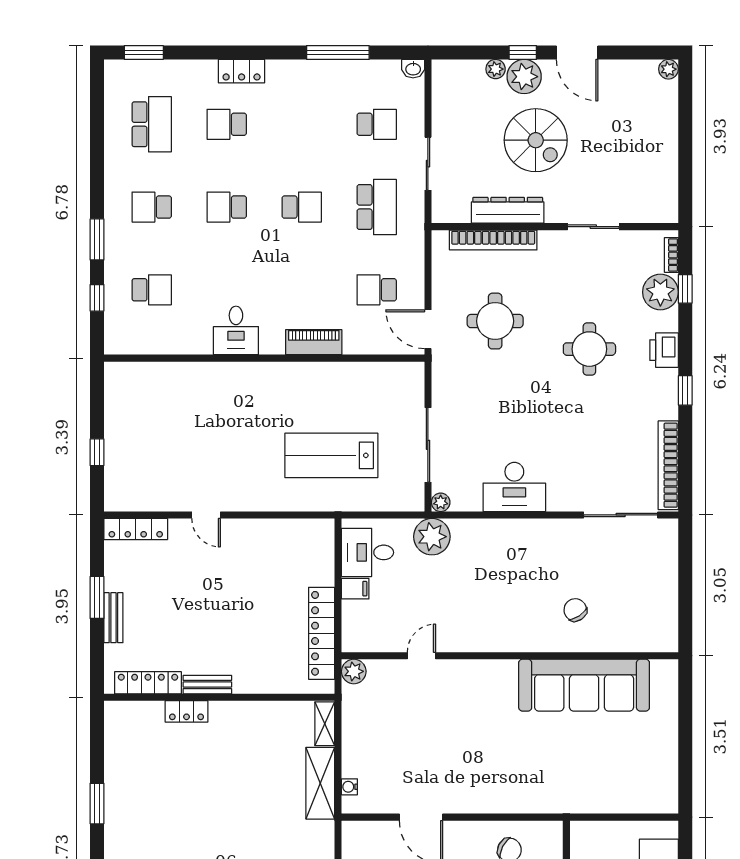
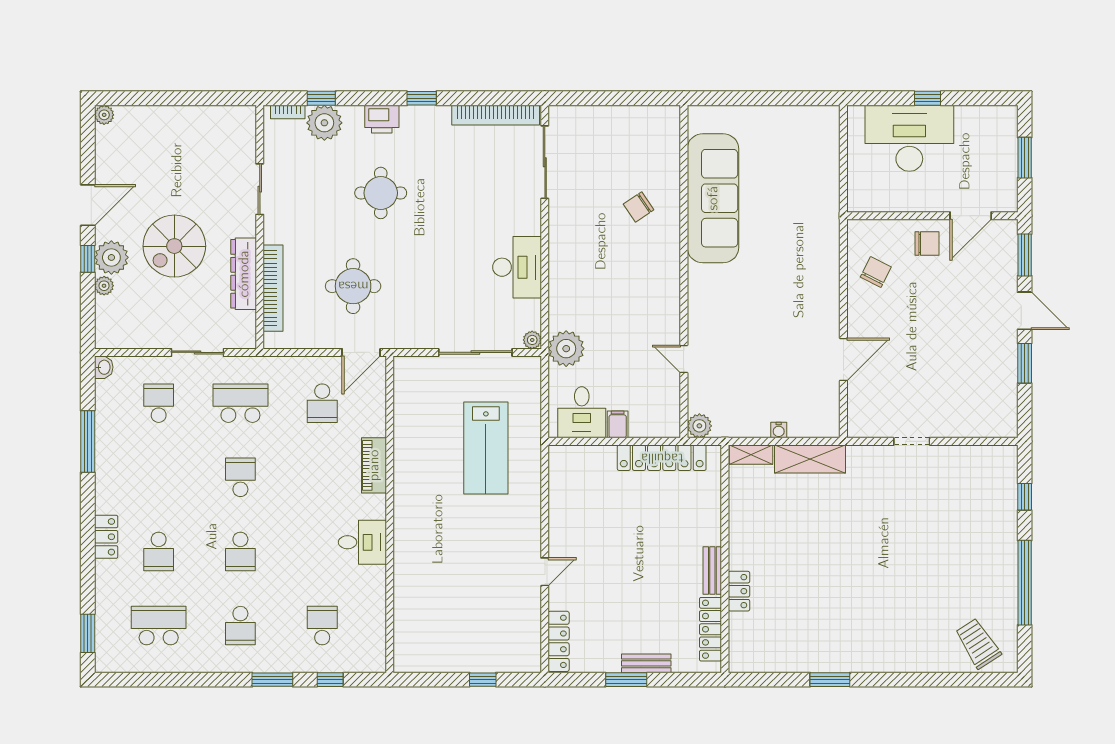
spiral stairs: (536, 140) -> (174, 246), turned 180
water cooler: (349, 787) -> (779, 430), moved

